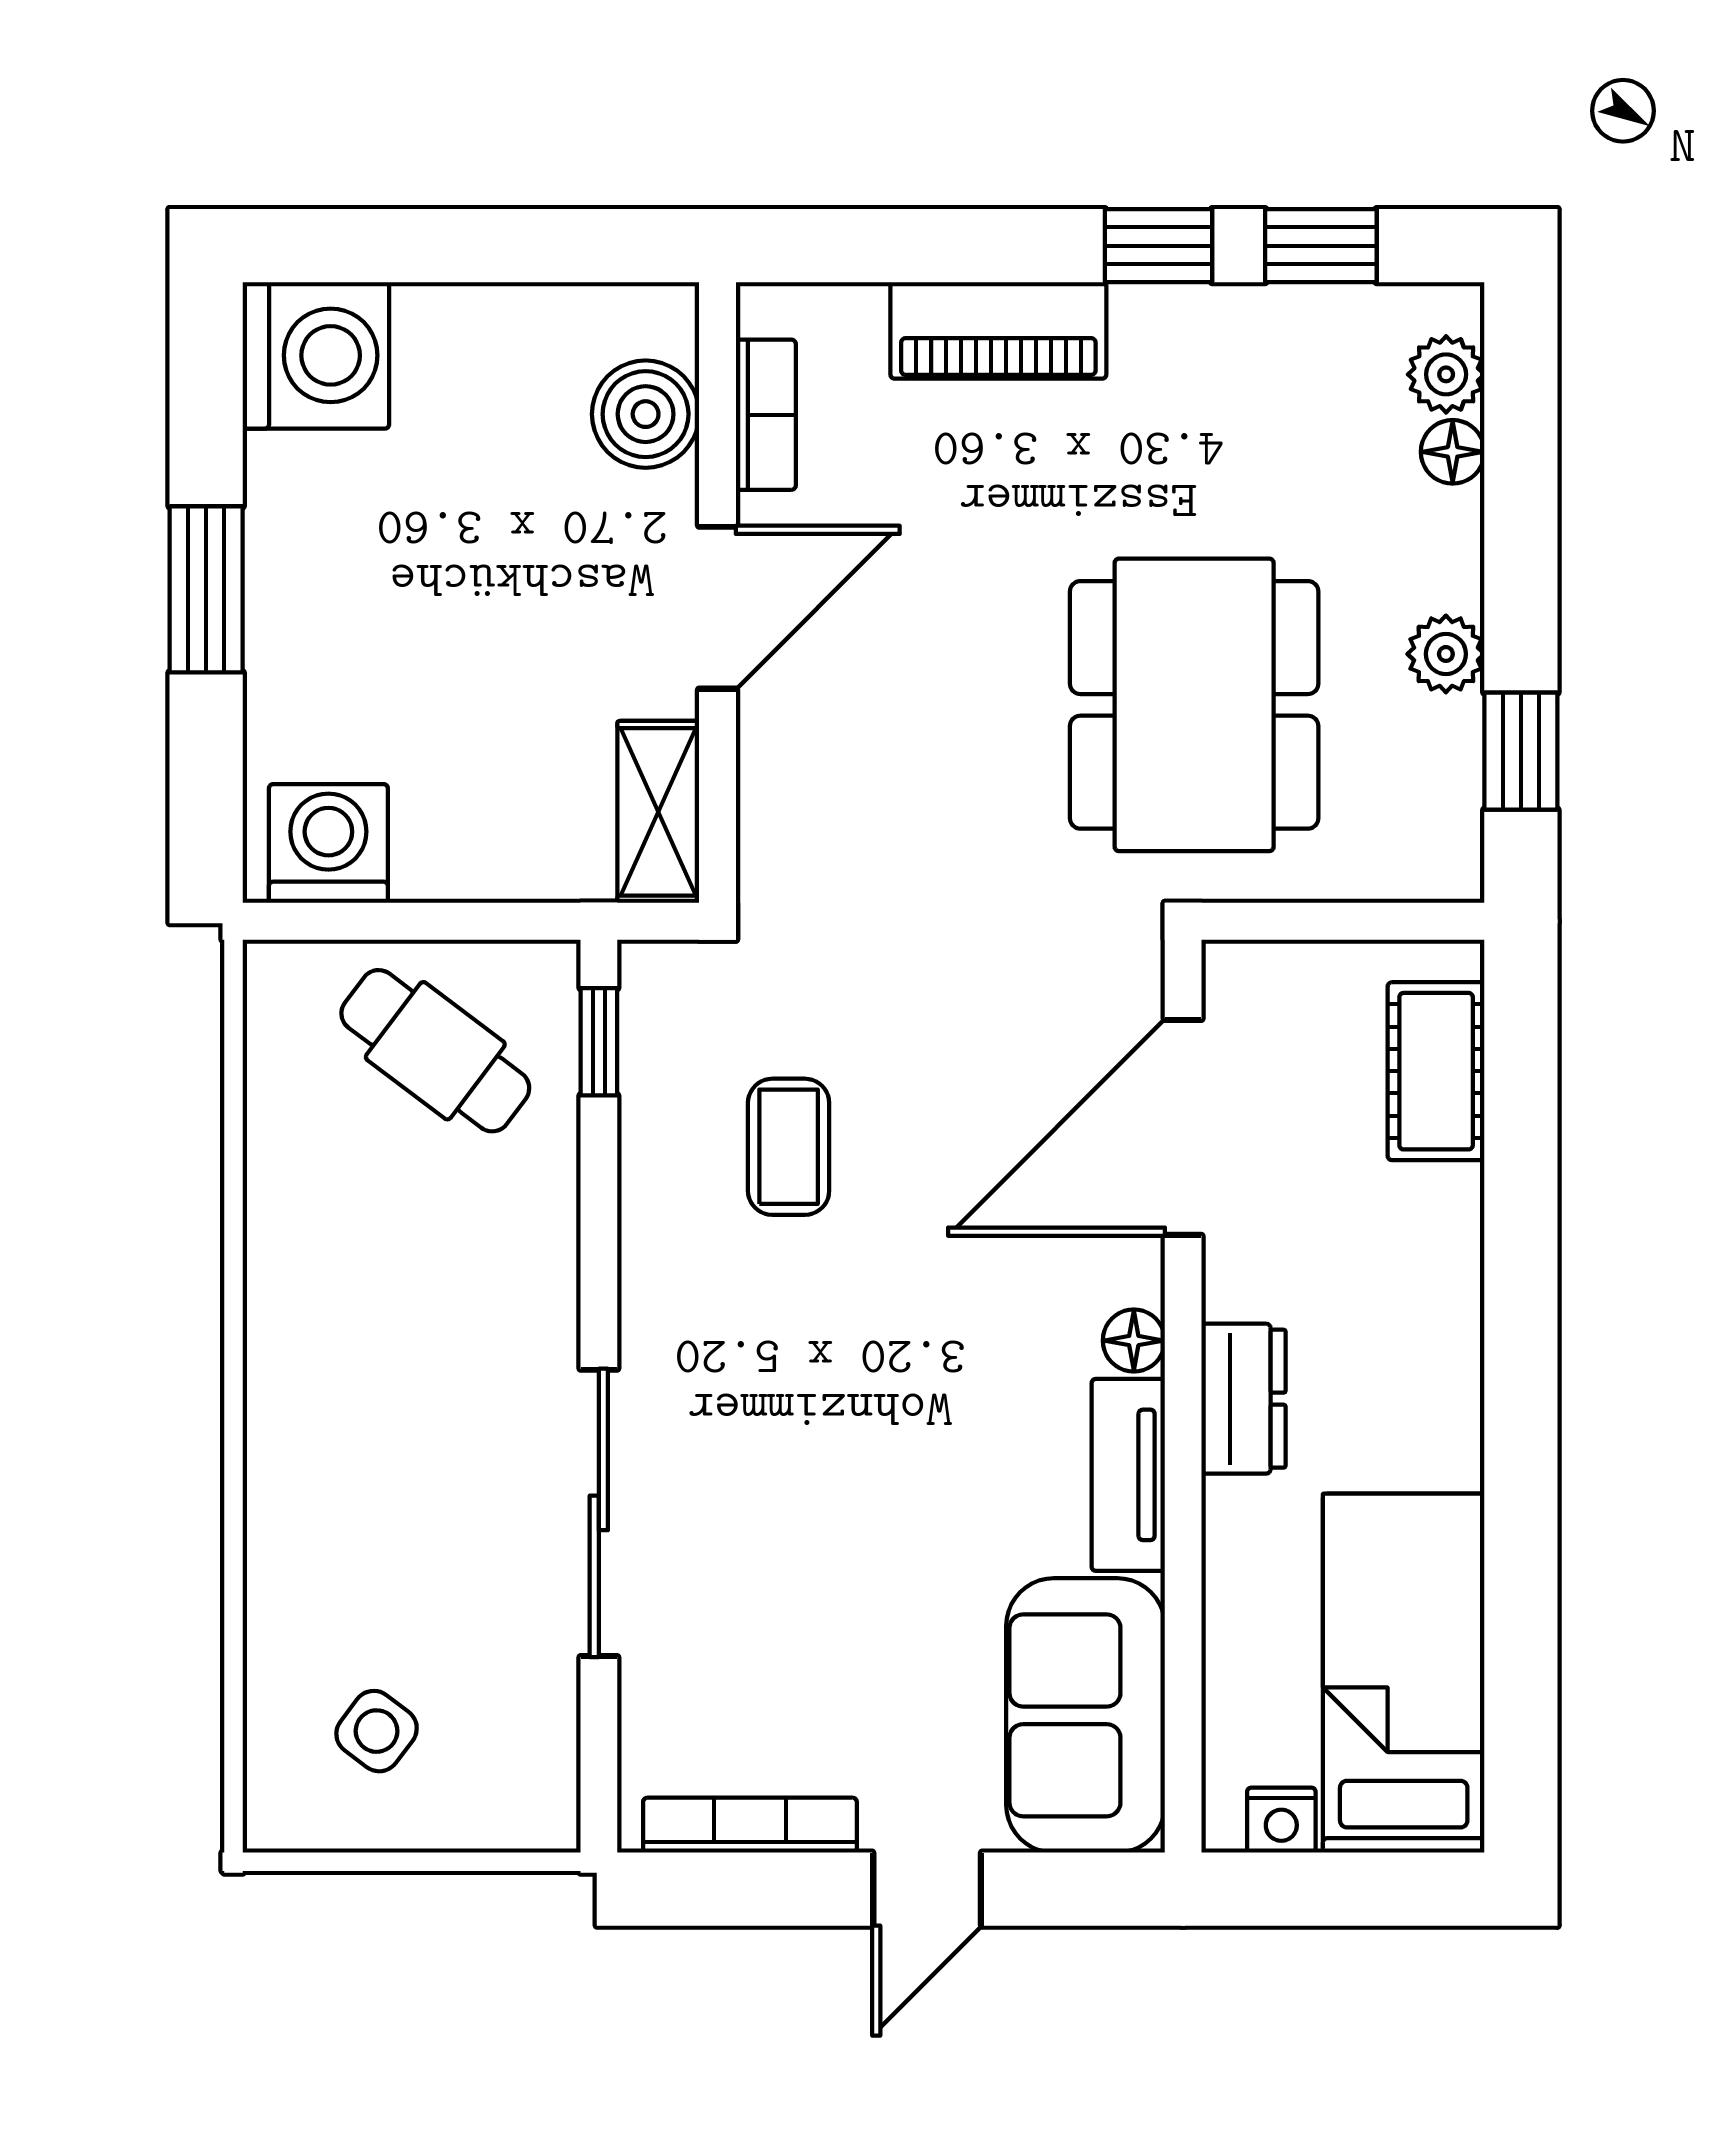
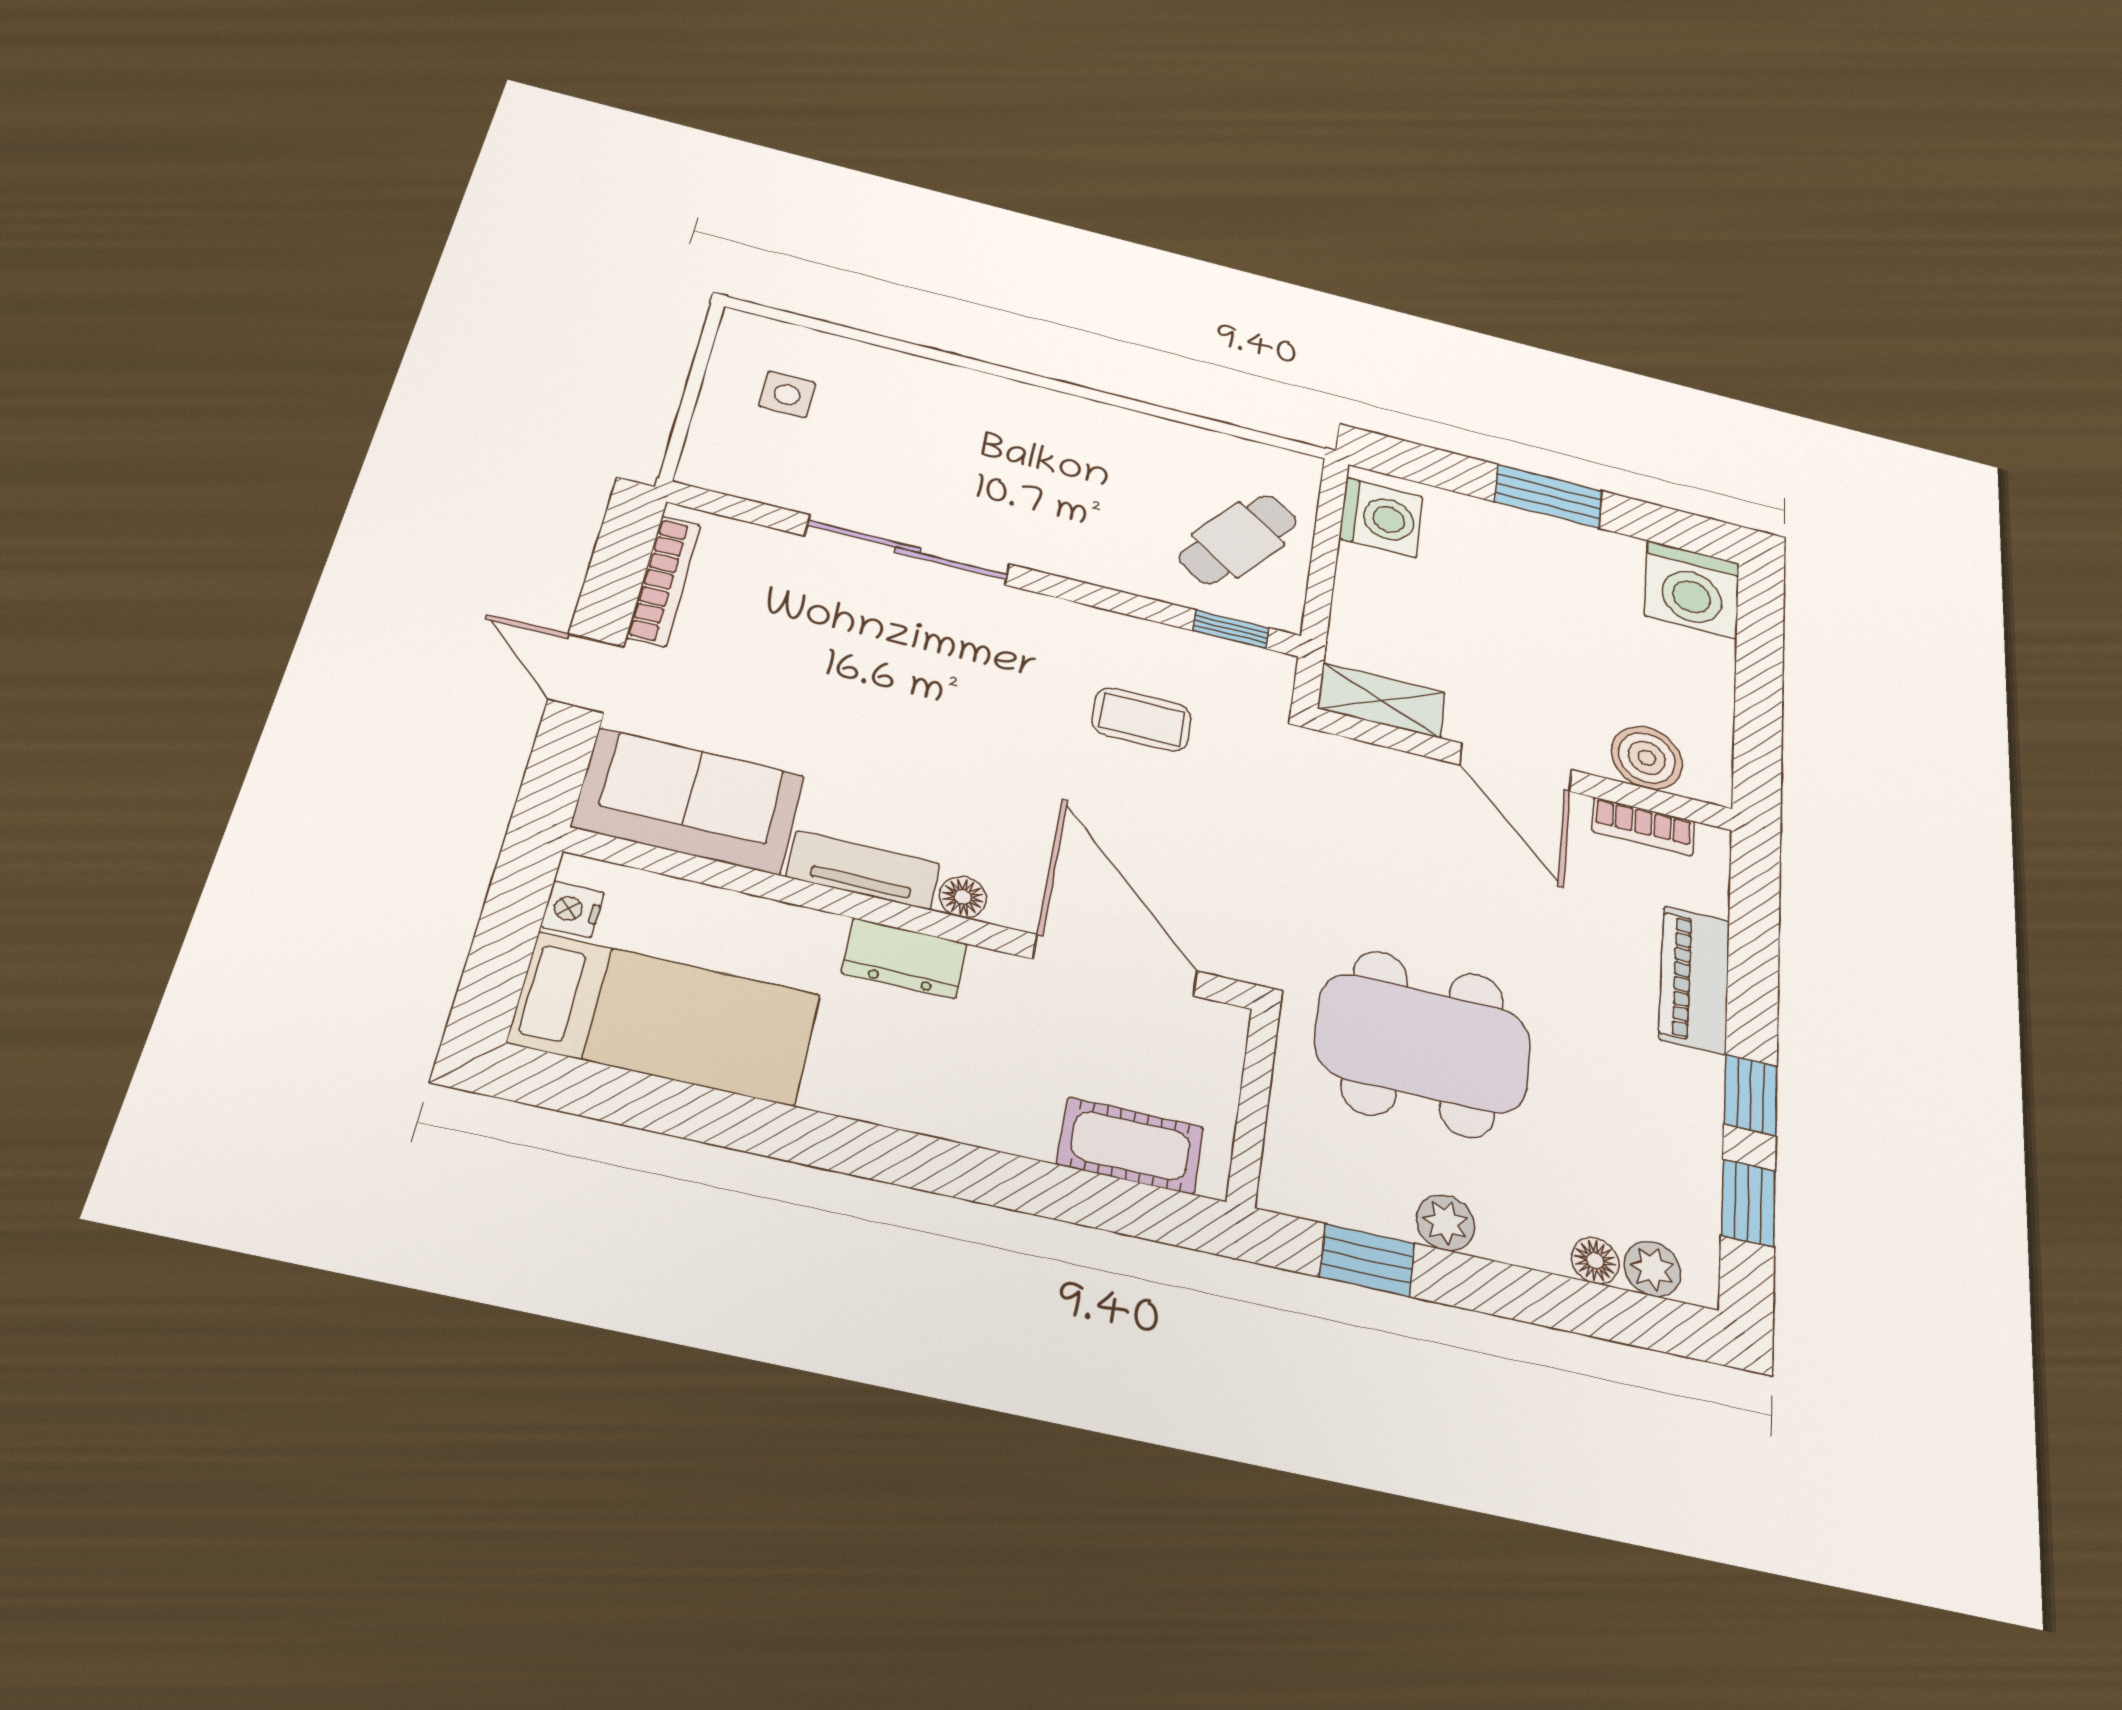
side table: (377, 1731) -> (787, 394), turned -37

